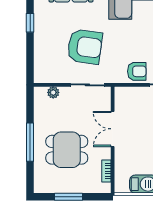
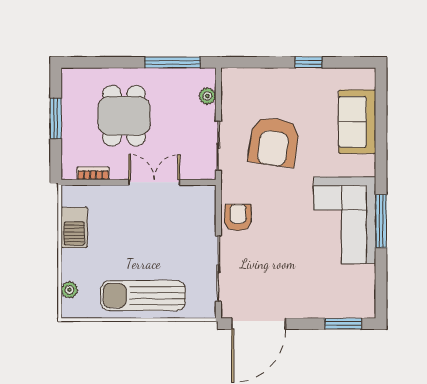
armchair: (137, 71) -> (238, 217), turned 180
window: (30, 142) -> (172, 62), moved

